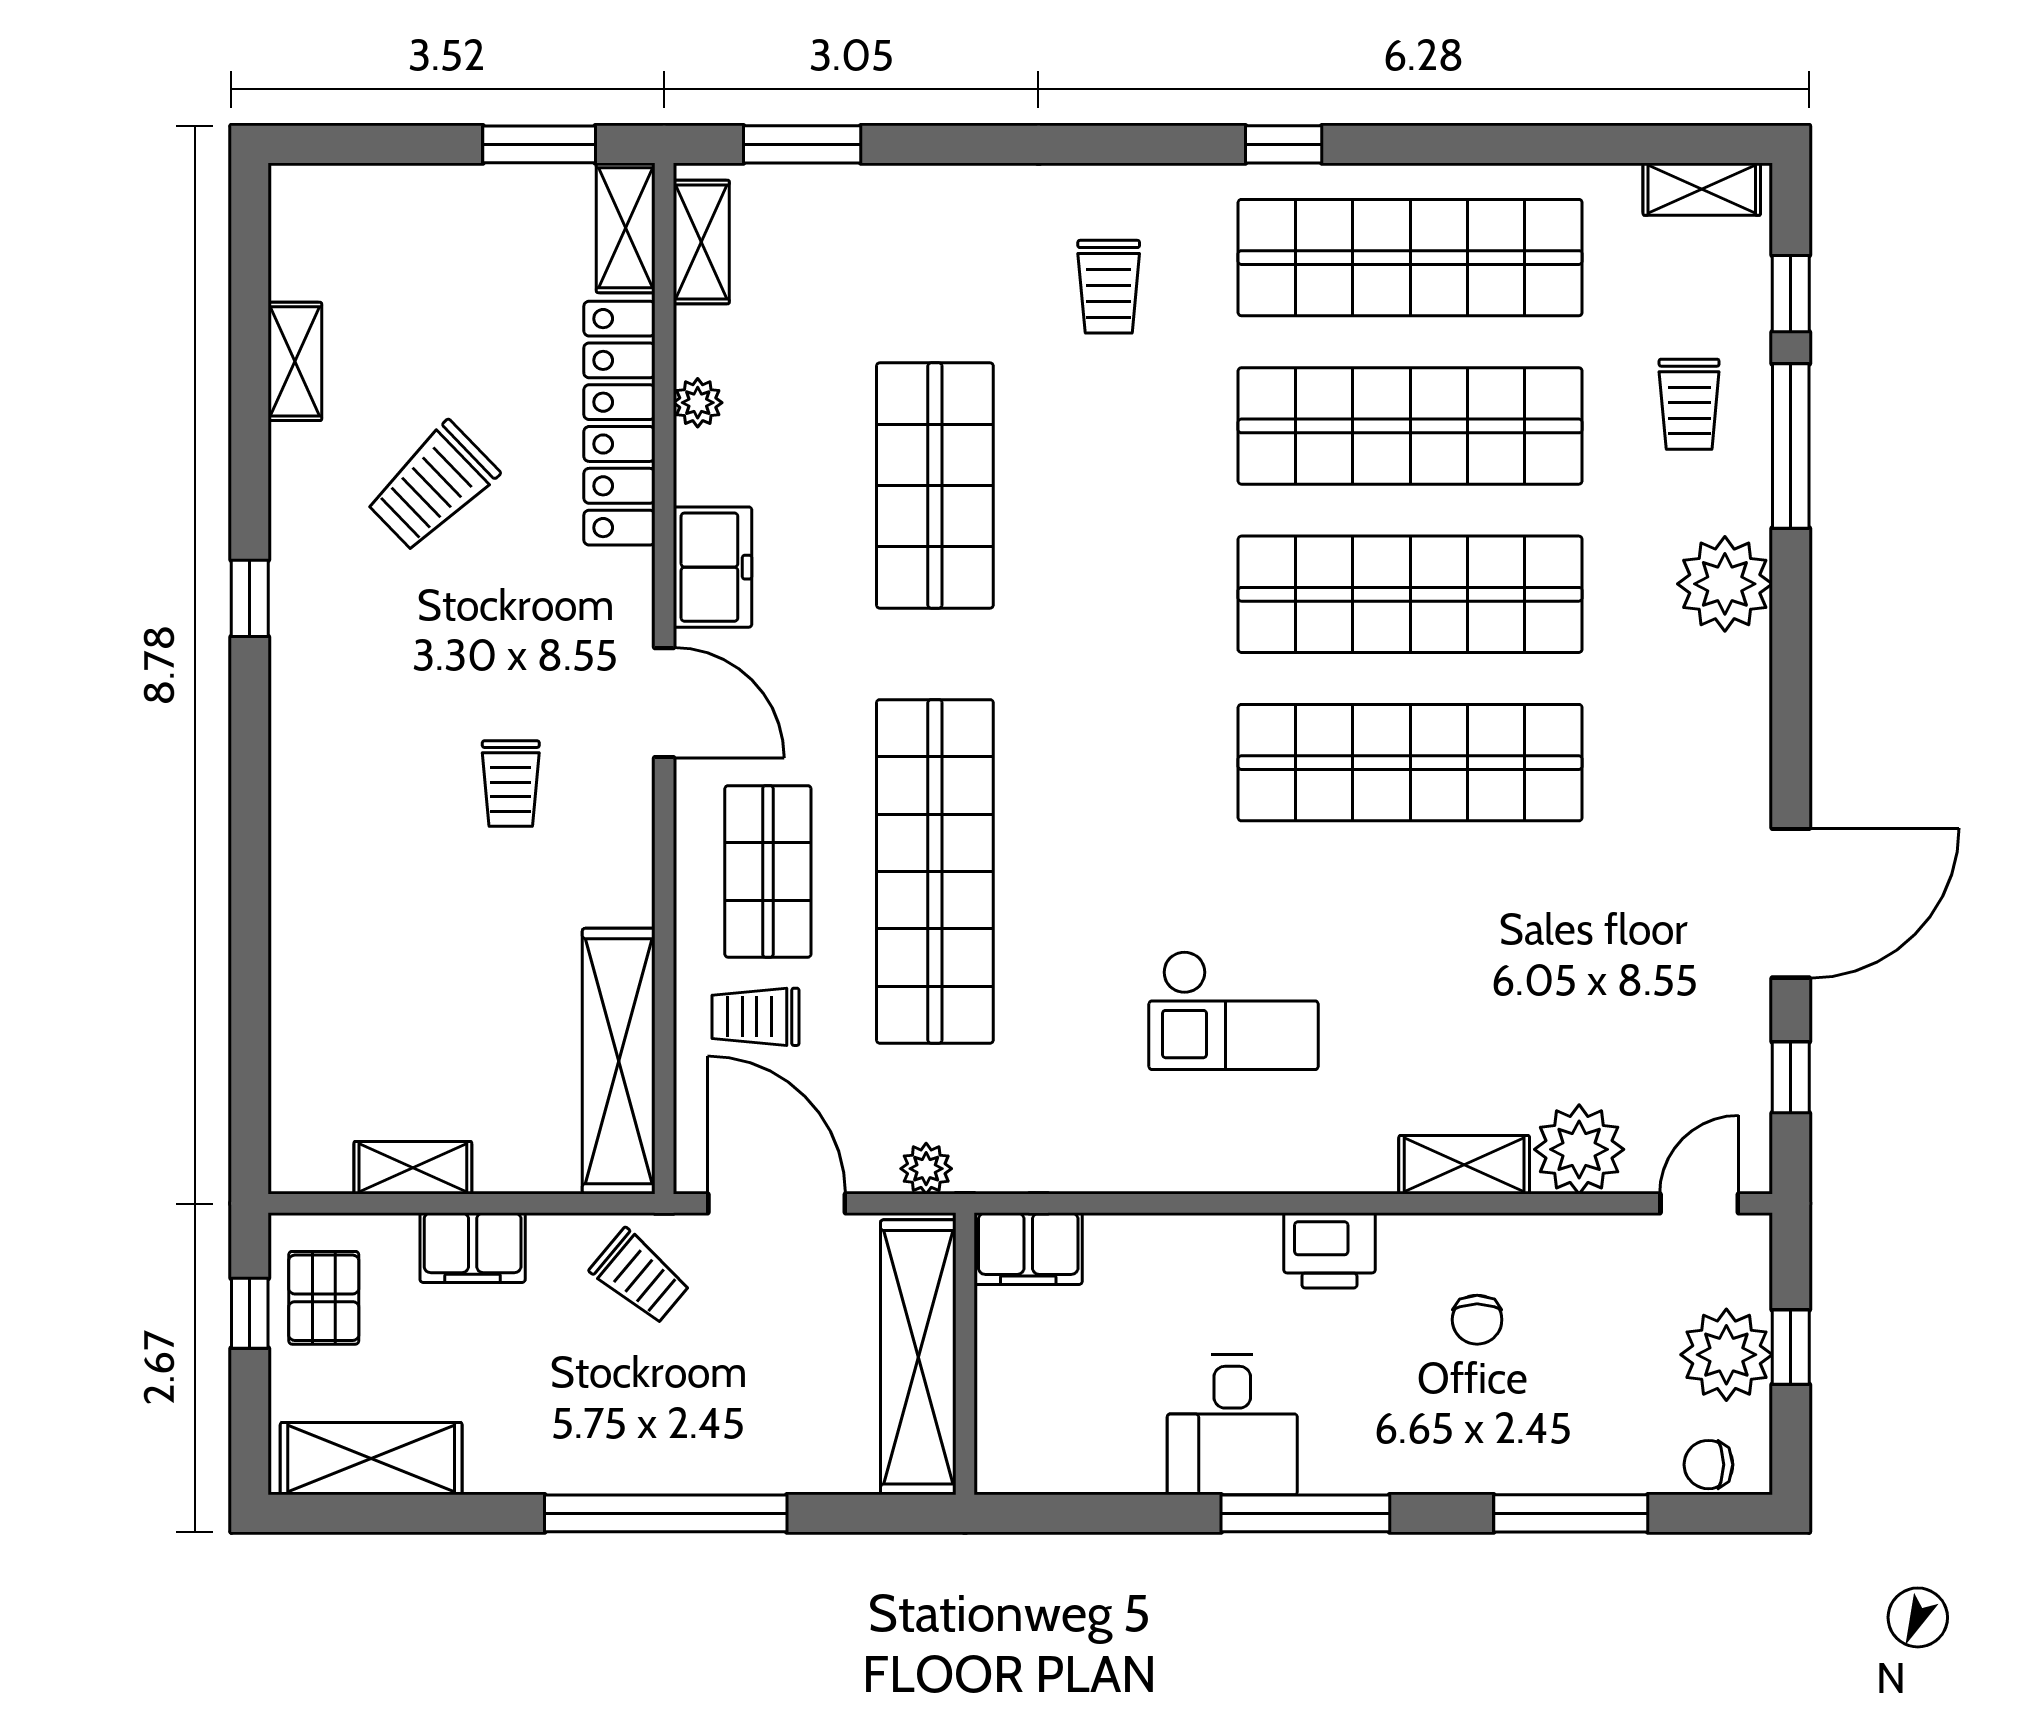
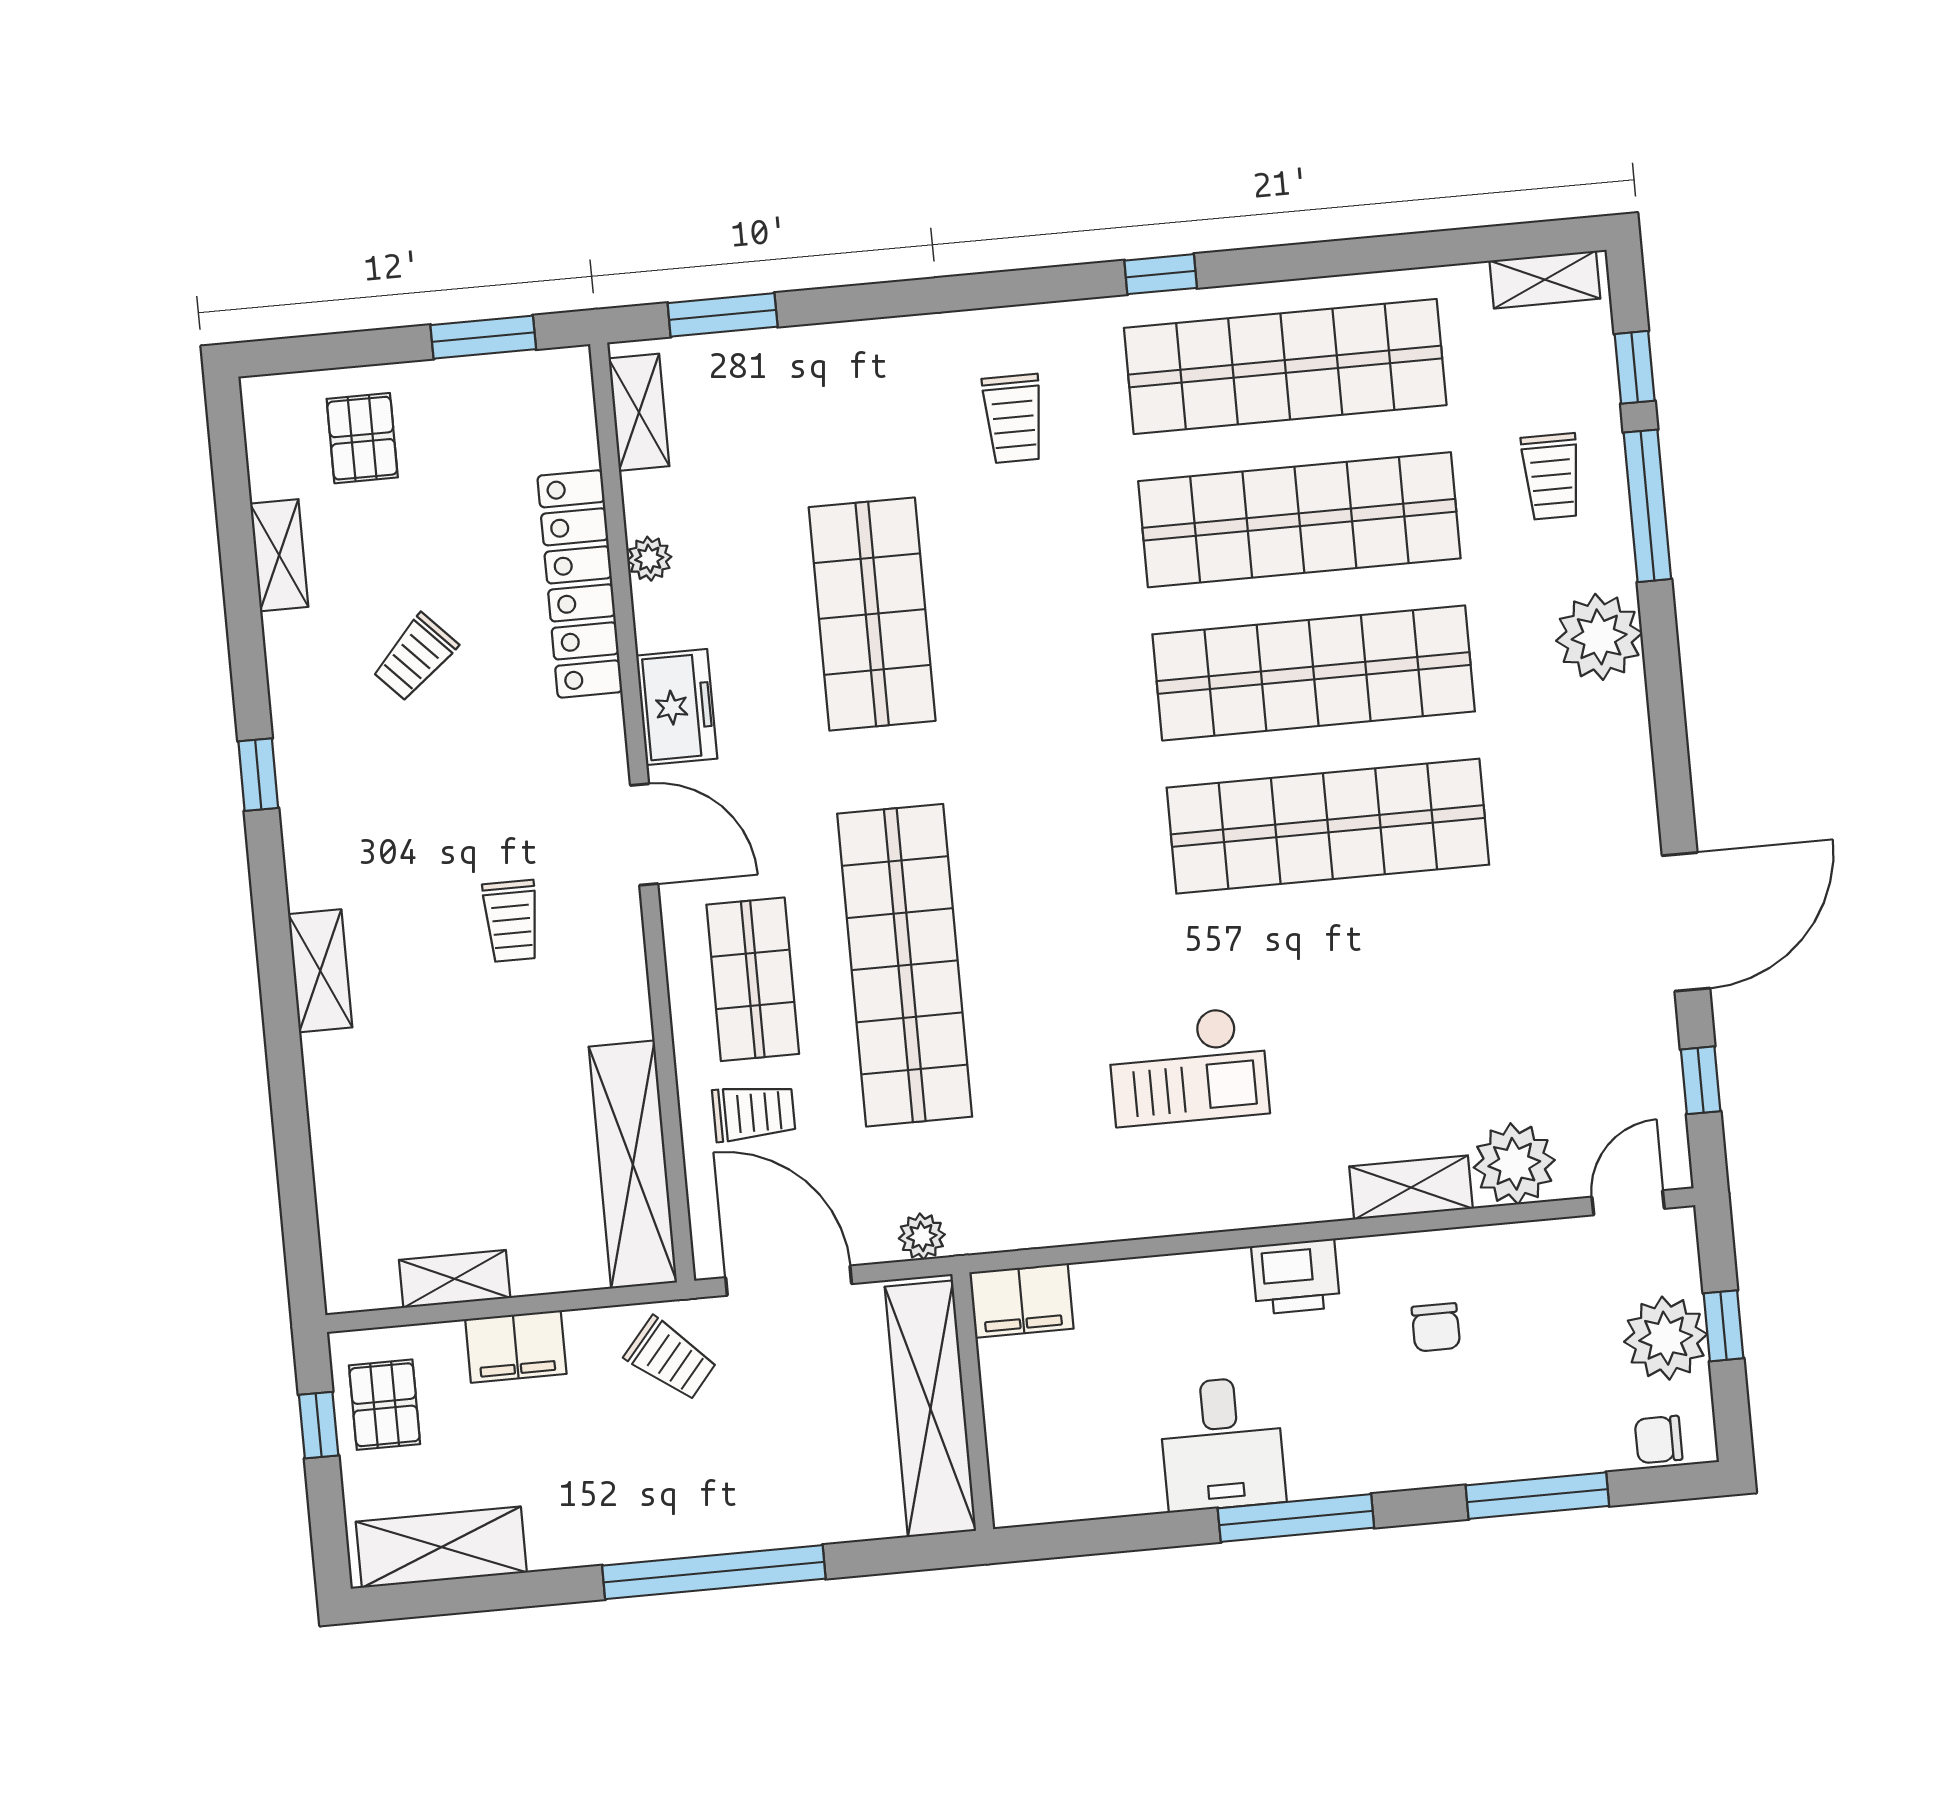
shelving: (626, 228) -> (320, 971), moved
pallet: (397, 242) -> (362, 438), added
trolley: (432, 487) -> (415, 657), width x0.73, depth x0.72
trolley: (756, 1017) -> (754, 1113), turned 180

